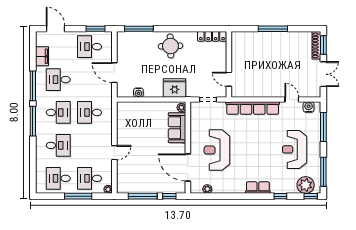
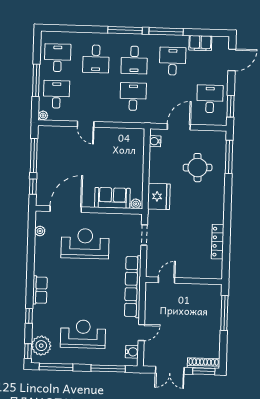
round table: (170, 46) -> (198, 168), moved
wall: (229, 64) -> (184, 281), moved
door: (229, 79) -> (167, 280), moved
water cooler: (138, 93) -> (155, 141), moved

